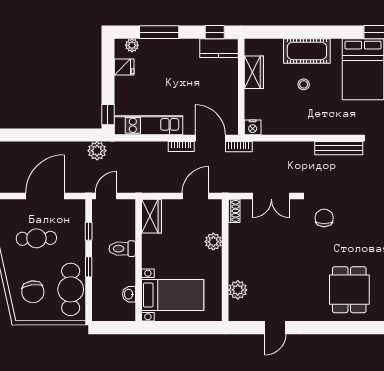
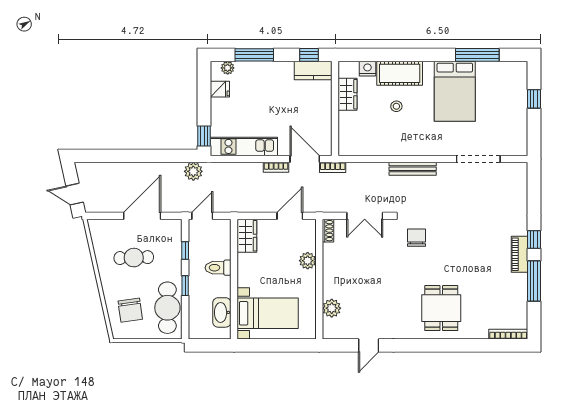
nightstand: (253, 127) -> (368, 69), moved, turned 180
bench: (339, 148) -> (413, 169), moved
washbasin: (129, 294) -> (222, 312), width x1.91, depth x1.45

